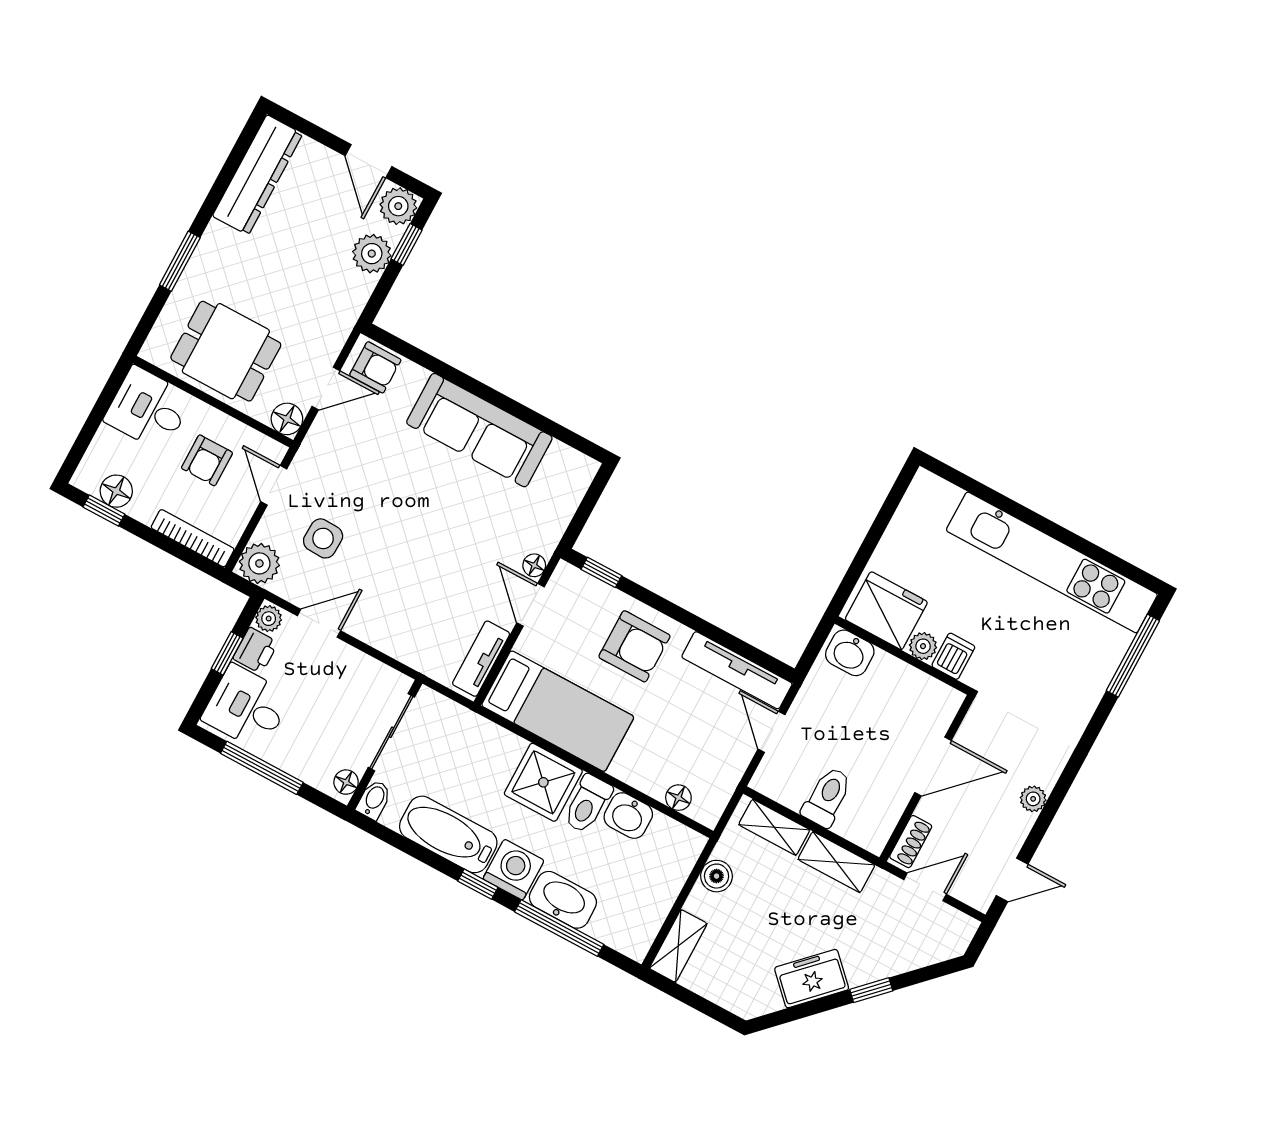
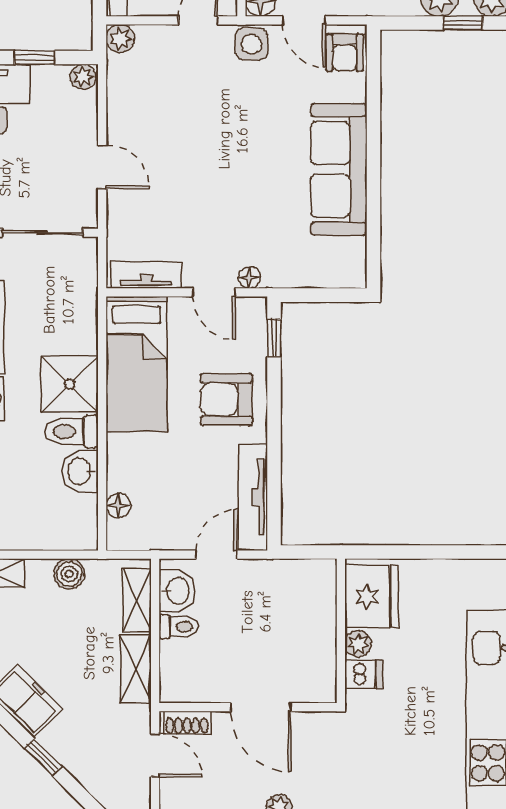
side table: (323, 538) -> (251, 44), moved
plant: (259, 563) -> (120, 39), width x0.73, depth x0.73
door: (530, 605) -> (214, 292), swing flipped
door: (319, 623) -> (102, 167), moved
armchair: (634, 646) -> (226, 399), turned 90
printer: (255, 650) -> (50, 80), removed
washbasin: (850, 653) -> (177, 591), moved, turned 180
toilet: (827, 797) -> (179, 627), width x0.73, depth x0.72

